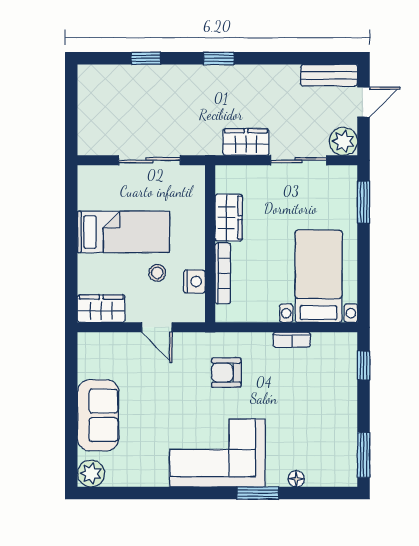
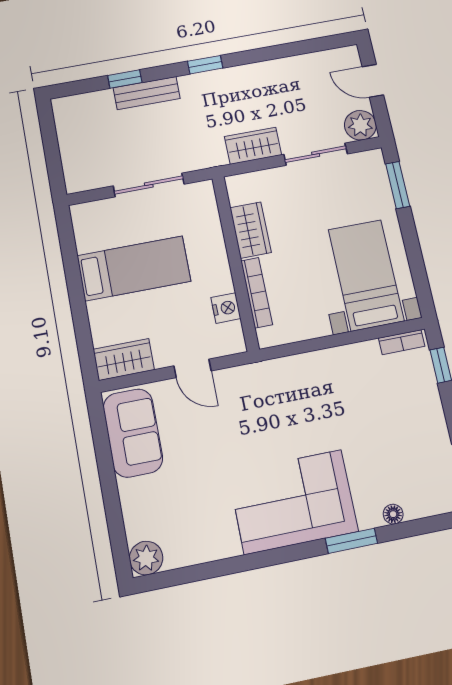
bench: (329, 75) -> (147, 93), moved
door: (364, 102) -> (373, 81), swing flipped
stool: (157, 273) -> (181, 307), removed
bookcase: (292, 340) -> (402, 342), moved
armchair: (226, 373) -> (284, 405), removed
sofa: (98, 415) -> (133, 433), moved

